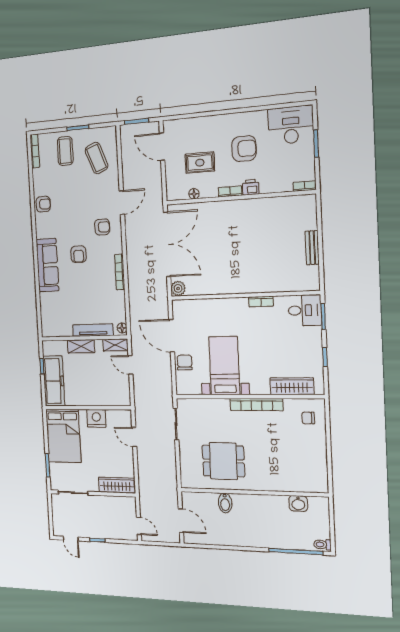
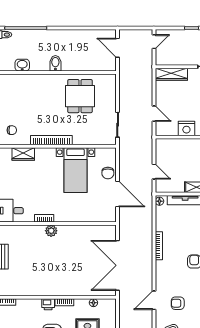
armchair: (102, 227) -> (178, 303), moved
plant: (178, 288) -> (51, 231), moved
shelving: (115, 345) -> (166, 188), removed
wardrobe: (292, 386) -> (23, 154), width x0.67
dining table: (223, 461) -> (80, 96), turned 90
bidet: (225, 503) -> (55, 63), moved
door: (139, 526) -> (154, 42), swing flipped

